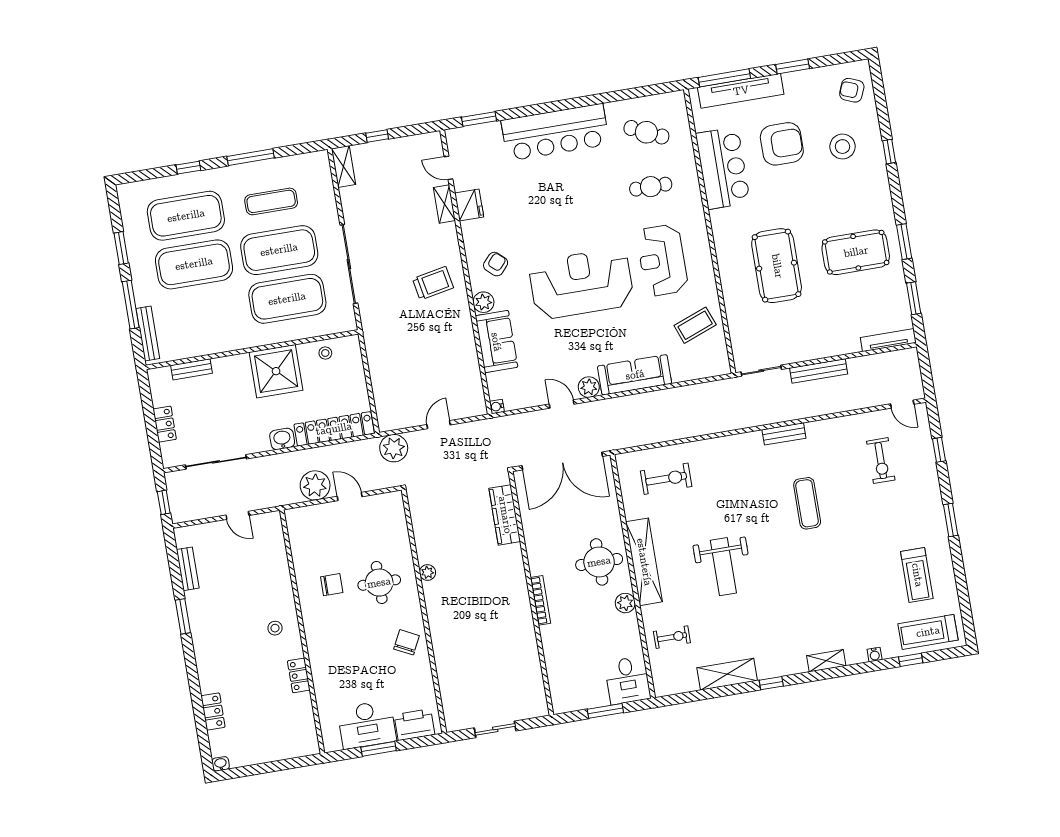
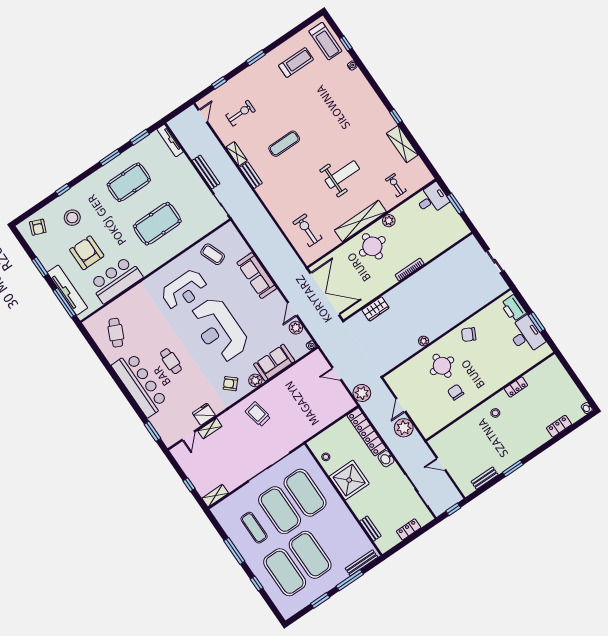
cafe table: (651, 187) -> (171, 361), moved
pool table: (856, 252) -> (129, 182), turned 90
plant: (589, 387) -> (296, 328), moved
door: (237, 515) -> (441, 464), swing flipped
wardrobe: (505, 515) -> (375, 309), width x0.67
shelving: (826, 661) -> (237, 154), moved

